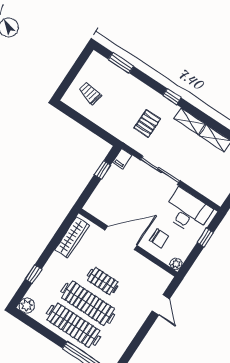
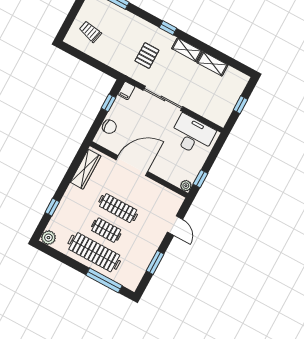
window: (205, 237) -> (200, 179), moved
chair: (159, 238) -> (109, 127), moved
clothes rail: (103, 281) -> (118, 208), width x1.36
clothes rail: (88, 303) -> (106, 230), width x0.54, depth x0.76
window: (136, 342) -> (155, 262), added

